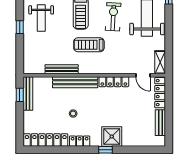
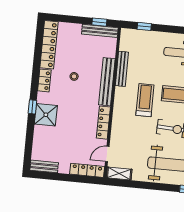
window: (20, 27) -> (144, 26), moved
bench: (160, 123) -> (44, 166), moved

